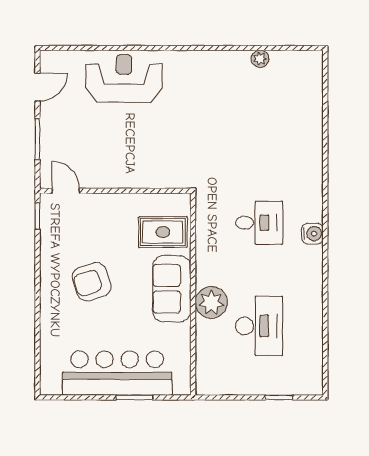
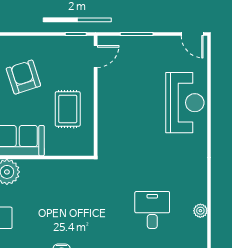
door: (38, 87) -> (192, 34), moved
desk: (259, 223) -> (152, 210), moved, turned 180
rug: (163, 232) -> (68, 109), moved

